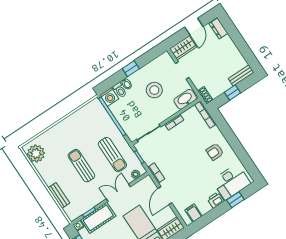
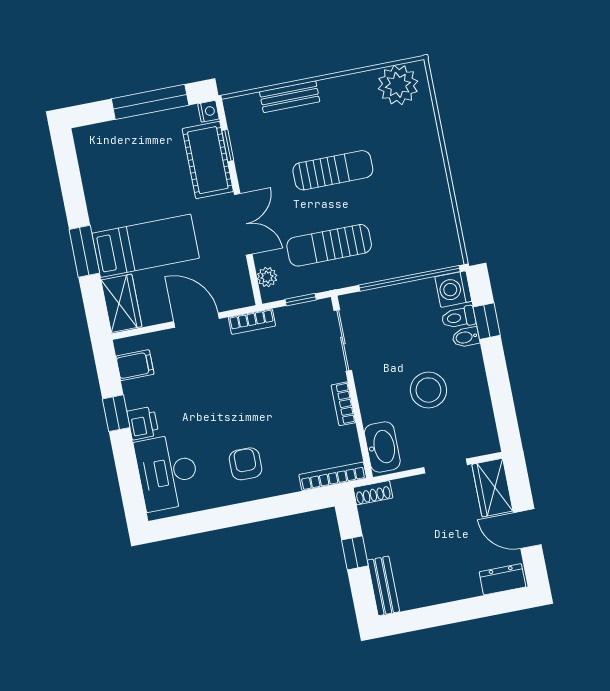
window: (131, 69) -> (487, 321), moved
window: (235, 200) -> (116, 413), moved

